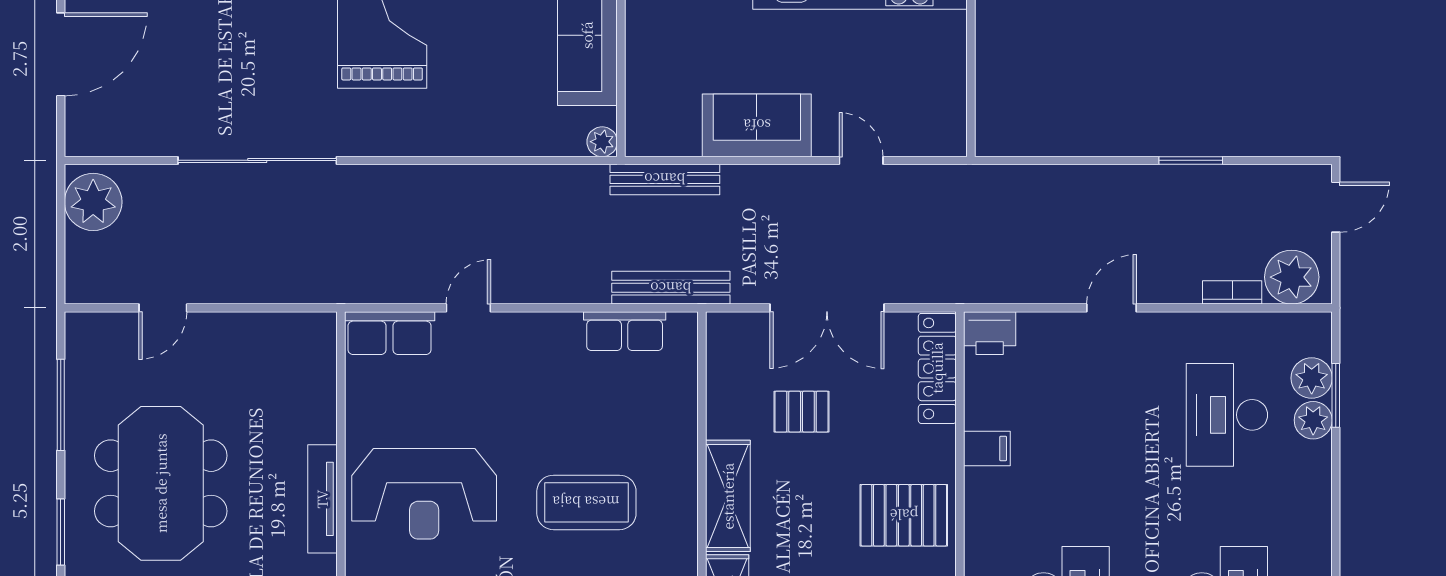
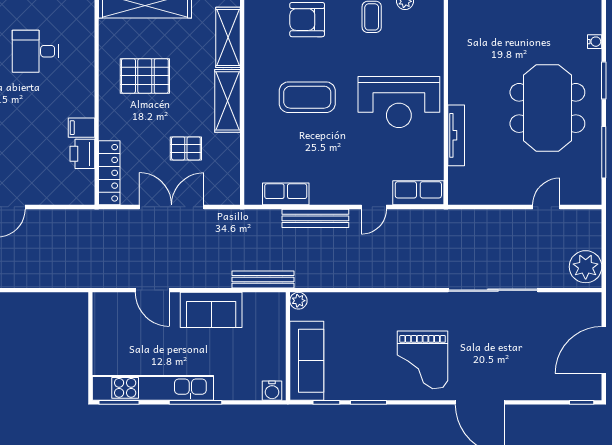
door: (861, 160) -> (152, 290), width x1.38
bench: (671, 288) -> (315, 218), moved
printer: (990, 333) -> (82, 154), moved, turned -90
reception desk: (424, 494) -> (399, 102), turned 180
tv unit: (322, 499) -> (456, 135), moved
pallet: (904, 515) -> (145, 76), moved

